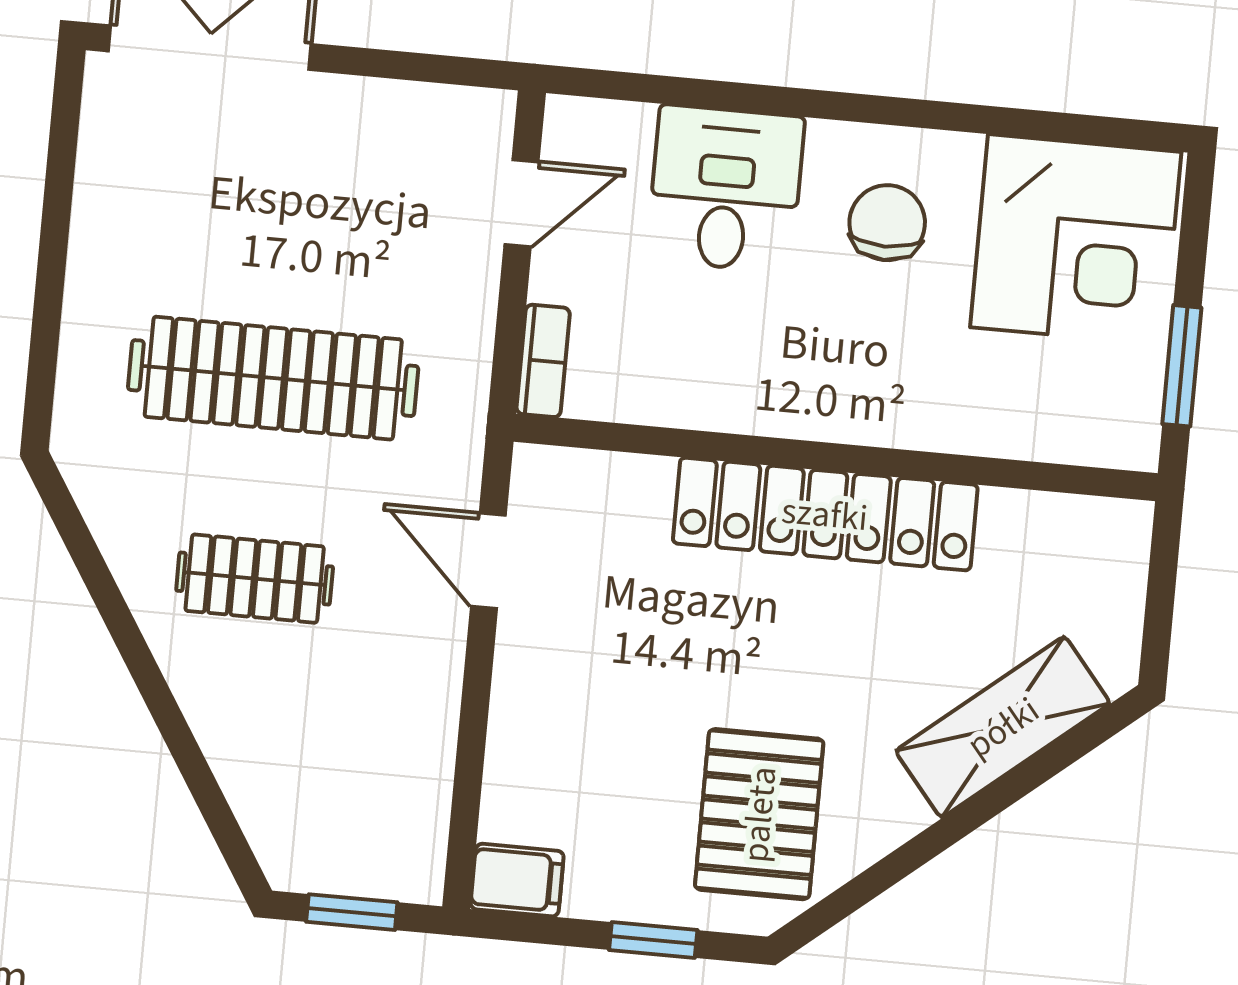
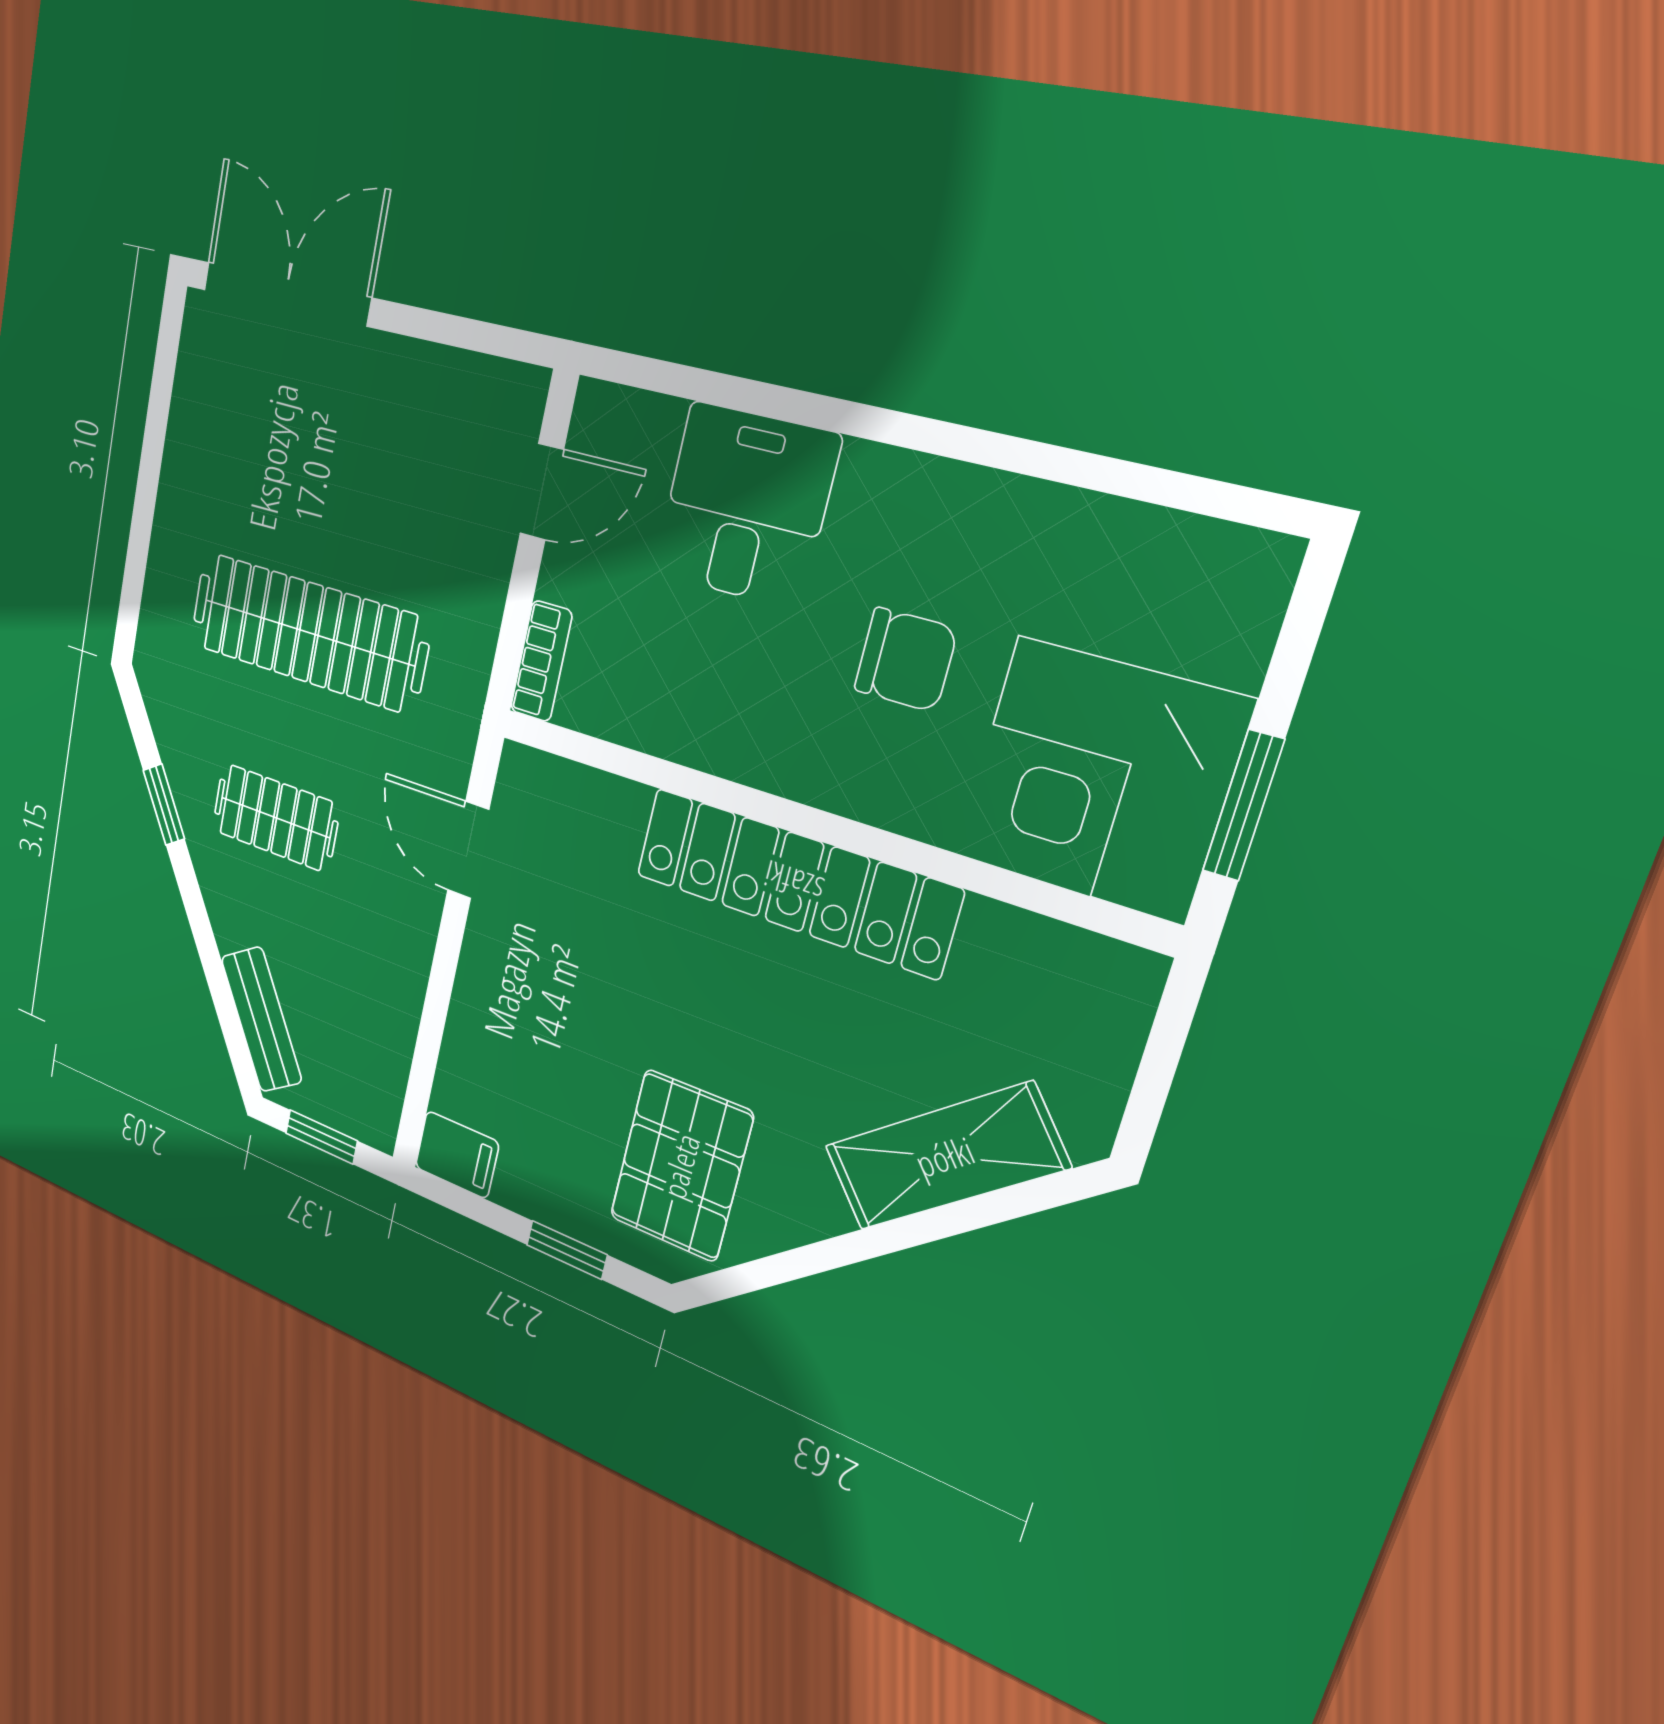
chair: (887, 223) -> (905, 660), moved, turned 90
corner desk: (1076, 240) -> (1101, 779), moved, turned 90
window: (107, 596) -> (164, 805), added
bench: (261, 803) -> (261, 1019), added

